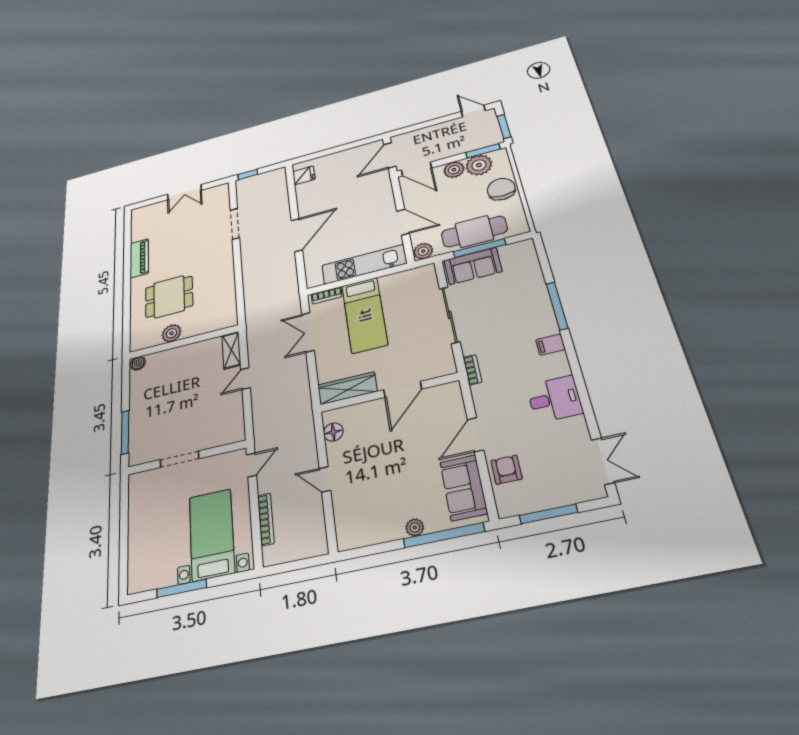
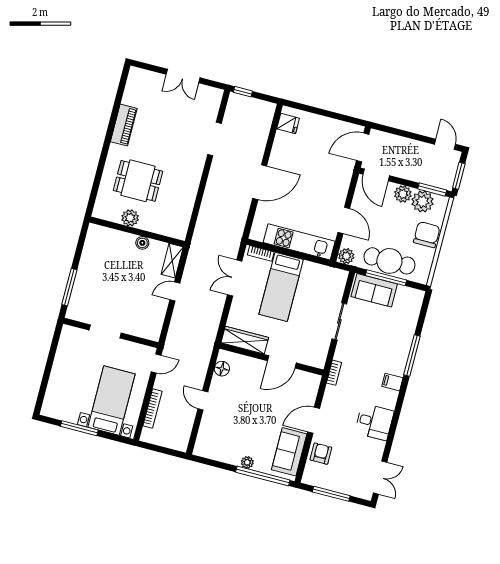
sliding door: (450, 315) -> (339, 321), width x0.73
boiler: (138, 363) -> (142, 243), moved

